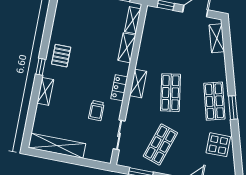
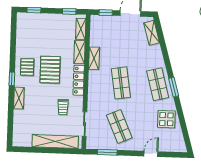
pallet: (88, 63) -> (50, 70), added
shelving: (138, 83) -> (94, 58), moved
locker: (119, 88) -> (79, 80), width x1.53
shop shelf: (160, 144) -> (119, 126), turned -42
shelving: (57, 146) -> (55, 142), moved

